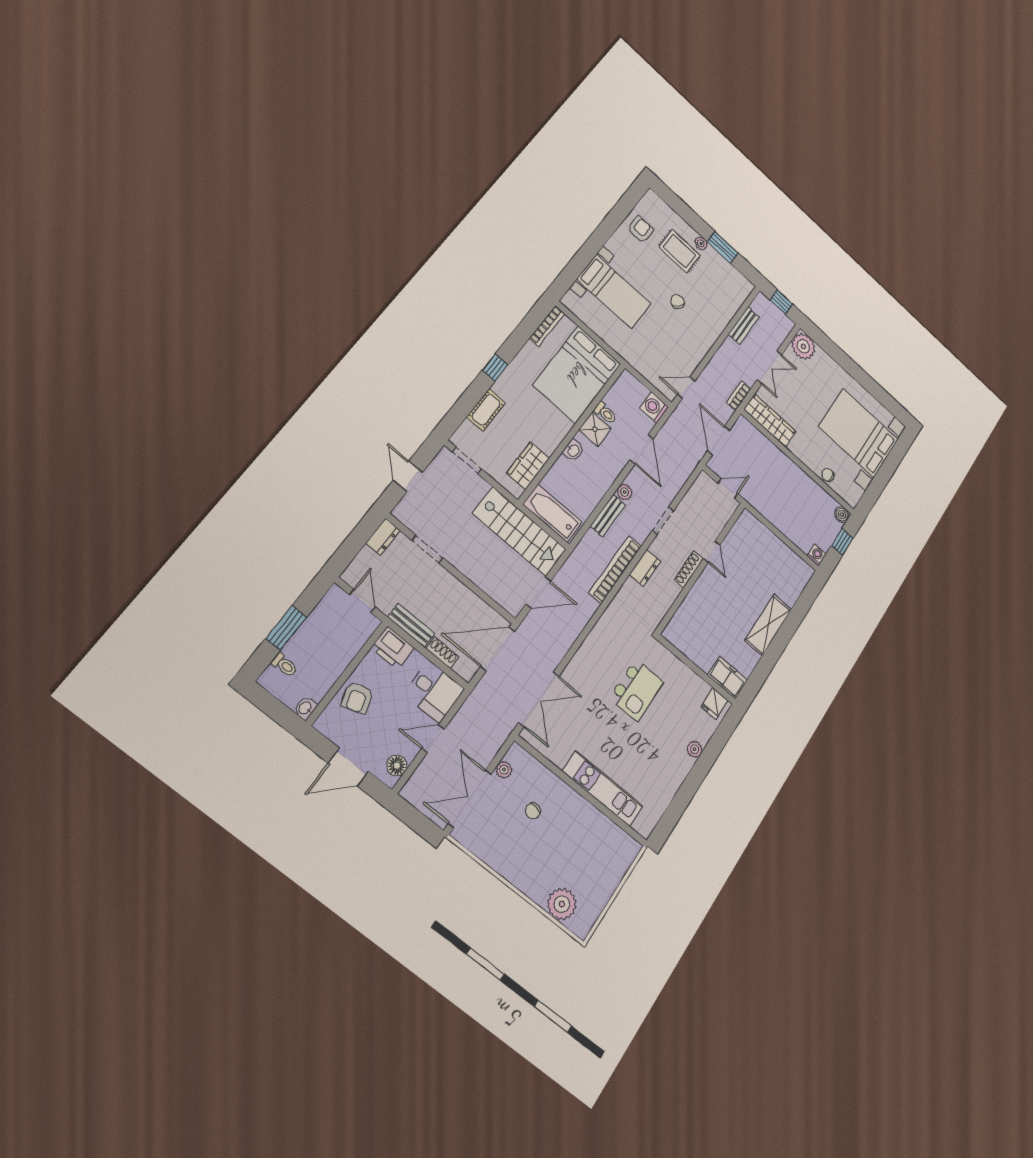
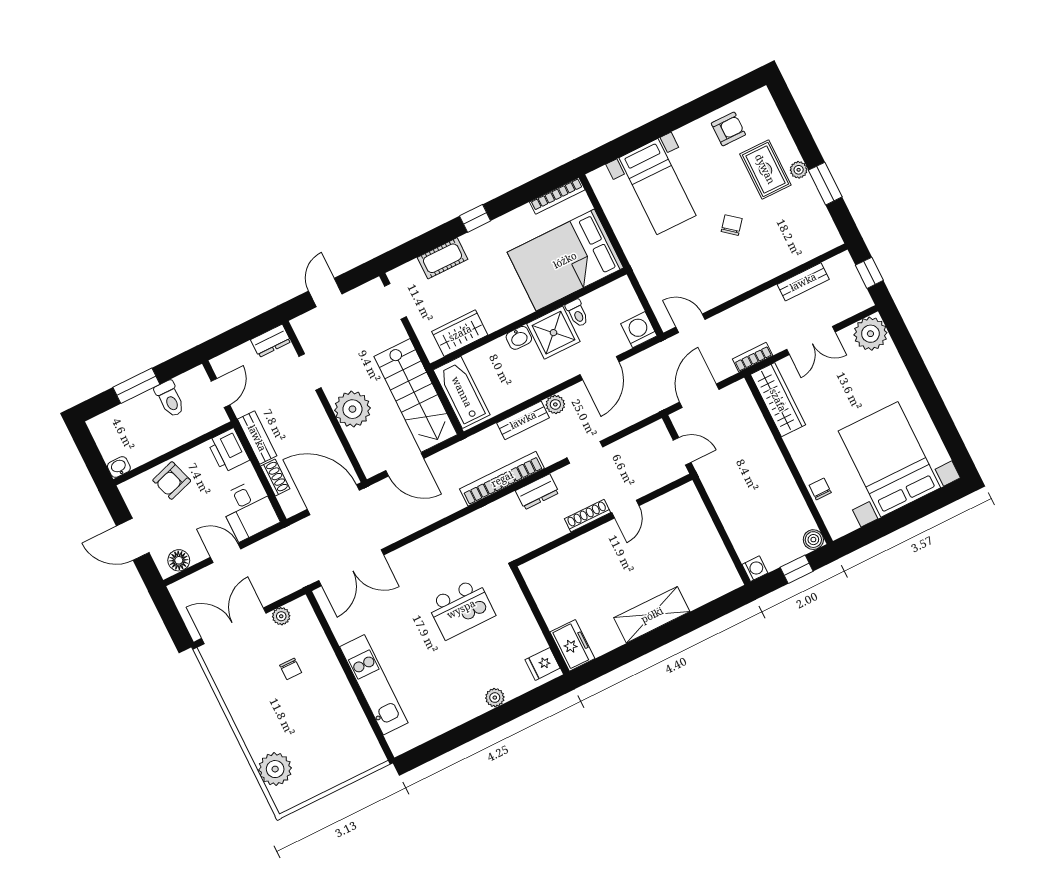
shower: (595, 429) -> (553, 333), width x1.36, depth x1.36
plant: (476, 565) -> (352, 409), added
toilet: (284, 665) -> (170, 399), moved, width x1.37, depth x1.39
chair: (533, 811) -> (291, 669), turned -101

